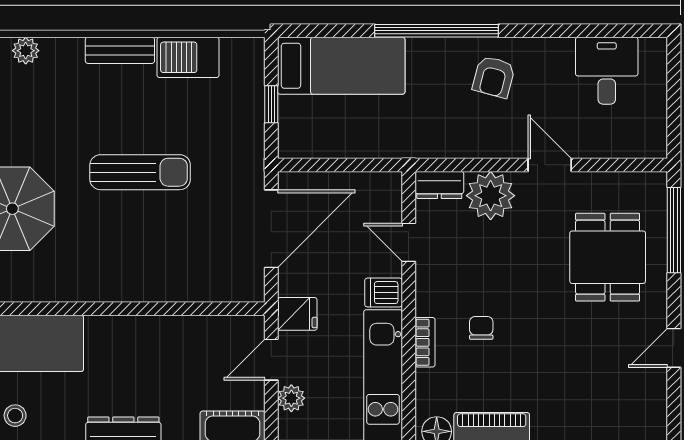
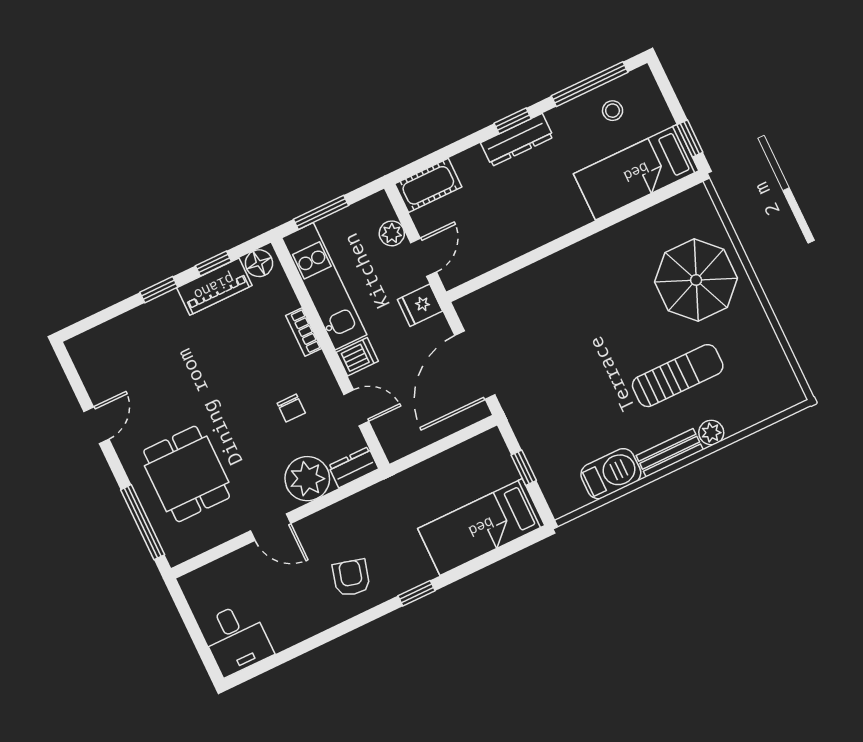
window: (437, 31) -> (416, 593), width x0.32
plant: (26, 51) -> (711, 433), moved
desk: (607, 71) -> (236, 639), moved
sun lounger: (140, 172) -> (678, 376), moved, turned 180
chair: (481, 328) -> (291, 408), moved

